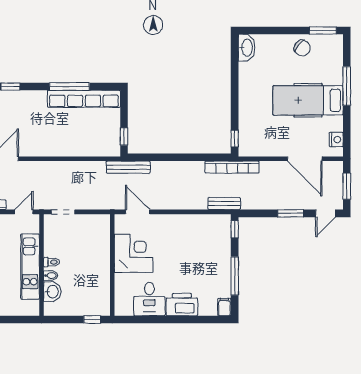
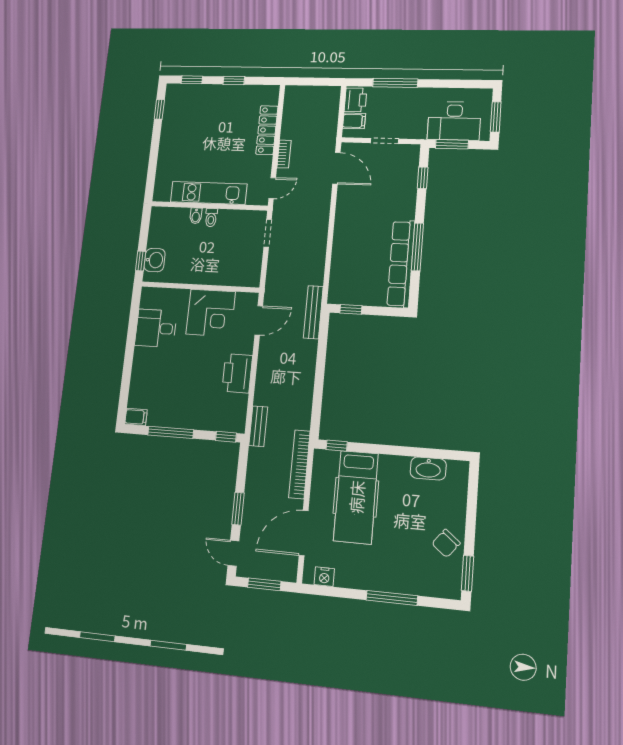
washbasin: (247, 48) -> (428, 468), moved
hospital bed: (308, 100) -> (356, 497), moved, turned 180
bookcase: (232, 167) -> (299, 464), moved
door: (24, 212) -> (272, 188), hinge flipped
washbasin: (52, 292) -> (155, 260), moved, turned -90
printer: (182, 305) -> (237, 373), moved, turned 180

